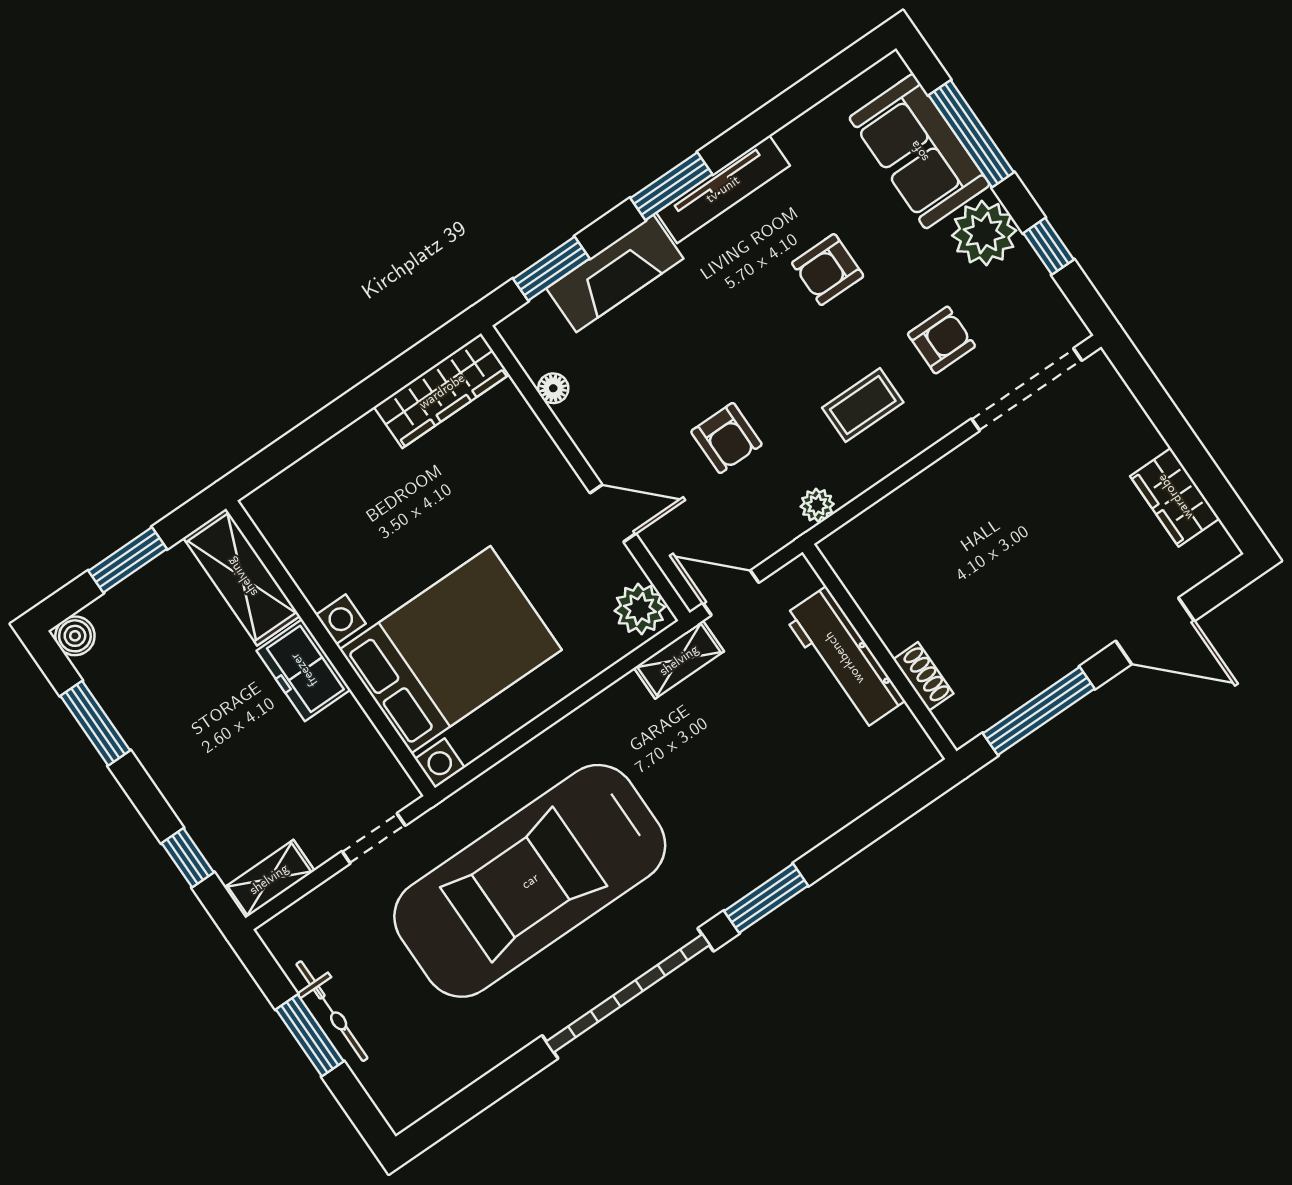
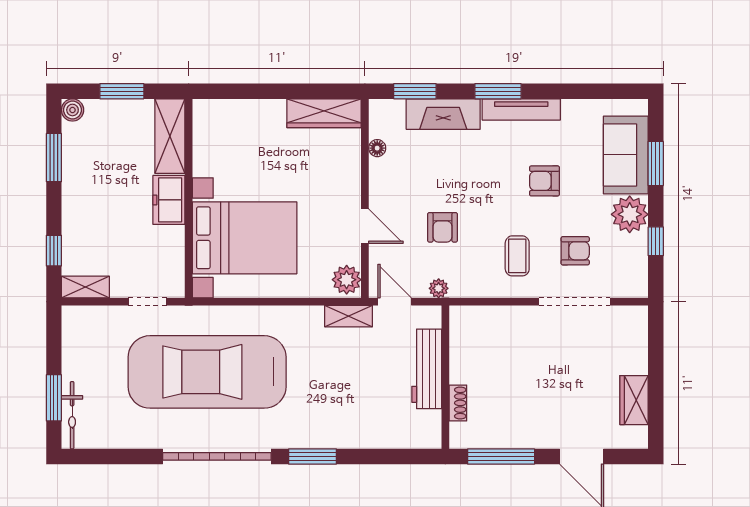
window: (971, 134) -> (656, 164), width x0.69
doorway: (1027, 390) -> (574, 302), moved
coffee table: (863, 405) -> (517, 256), turned 90
plant: (817, 505) -> (439, 288), moved
bicycle: (332, 1011) -> (72, 415), moved
window: (310, 1035) -> (54, 398), moved

